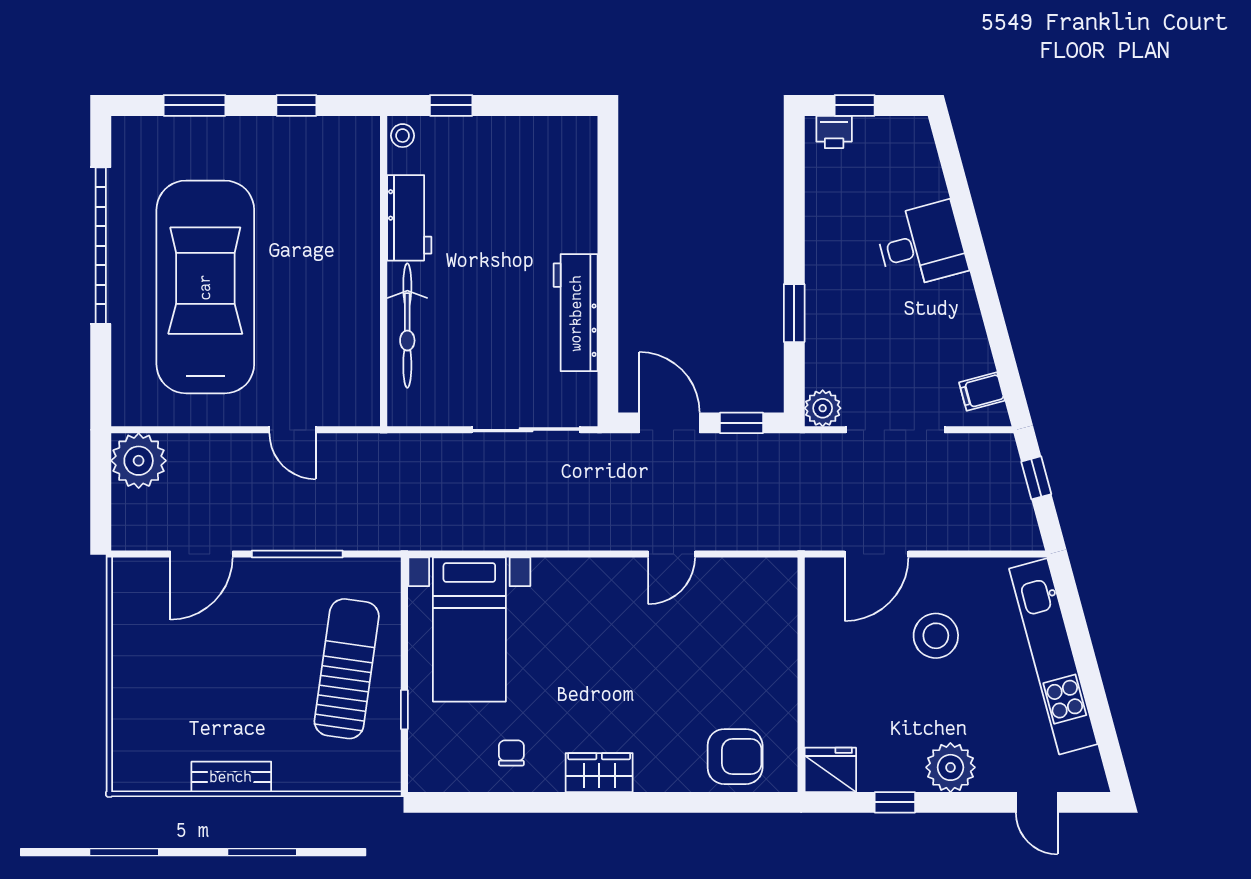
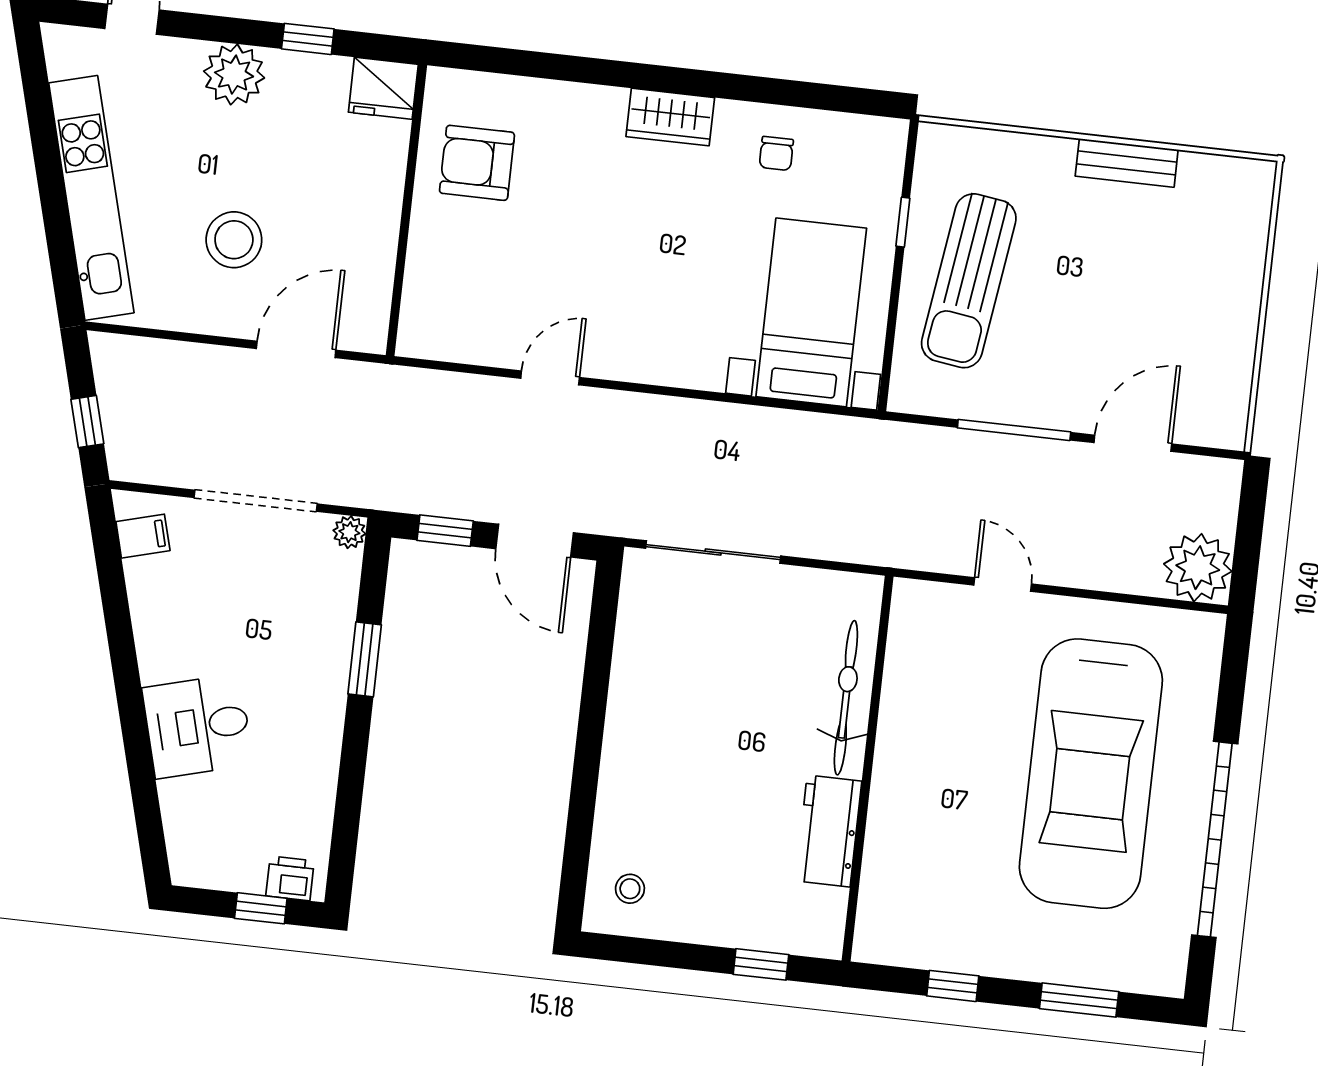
stool: (403, 136) -> (630, 889), moved
workbench: (576, 313) -> (636, 690), removed
plant: (823, 408) -> (349, 532), width x0.73, depth x0.73
armchair: (735, 757) -> (477, 163), moved

